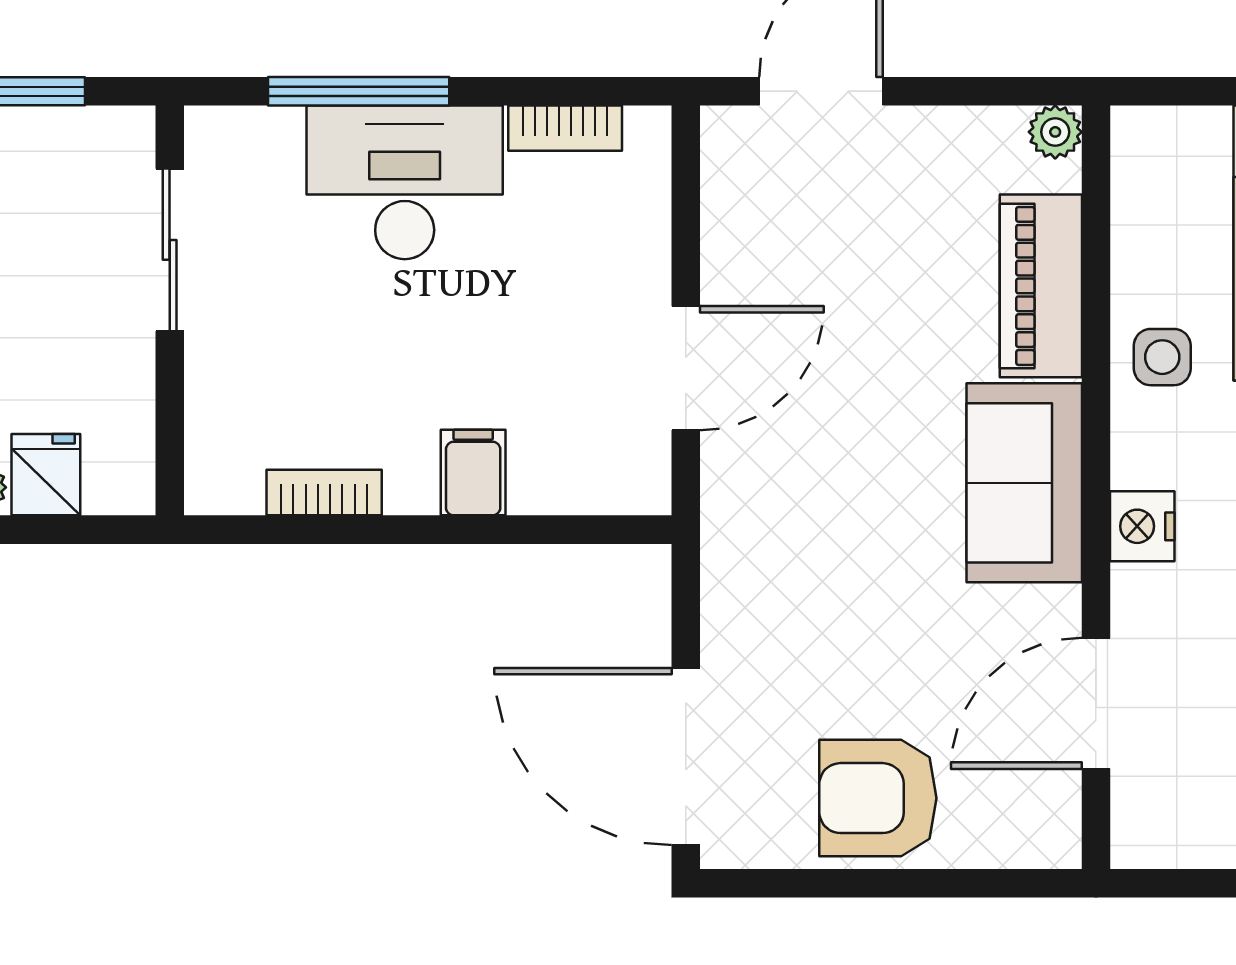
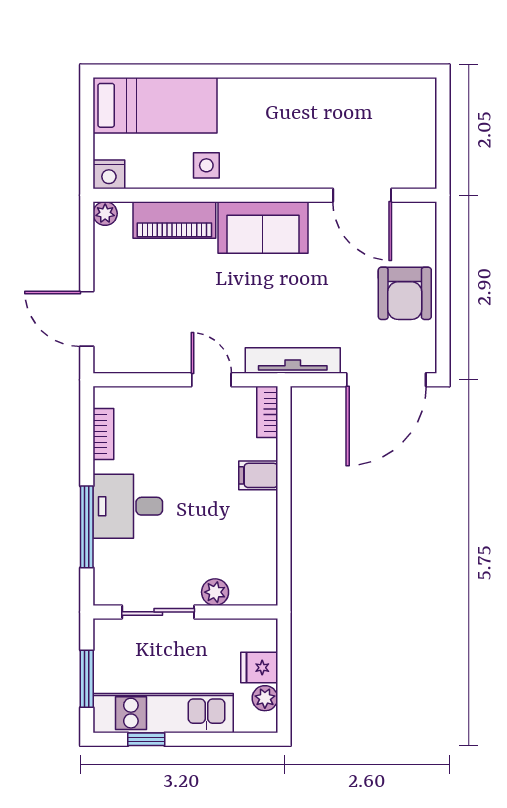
desk: (405, 182) -> (128, 506), width x0.73
door: (686, 368) -> (211, 380), width x0.73
plant: (214, 376) -> (215, 592), added
bookcase: (324, 493) -> (267, 412), moved
nightstand: (1142, 526) -> (109, 174), moved
tv unit: (728, 549) -> (293, 360), added

